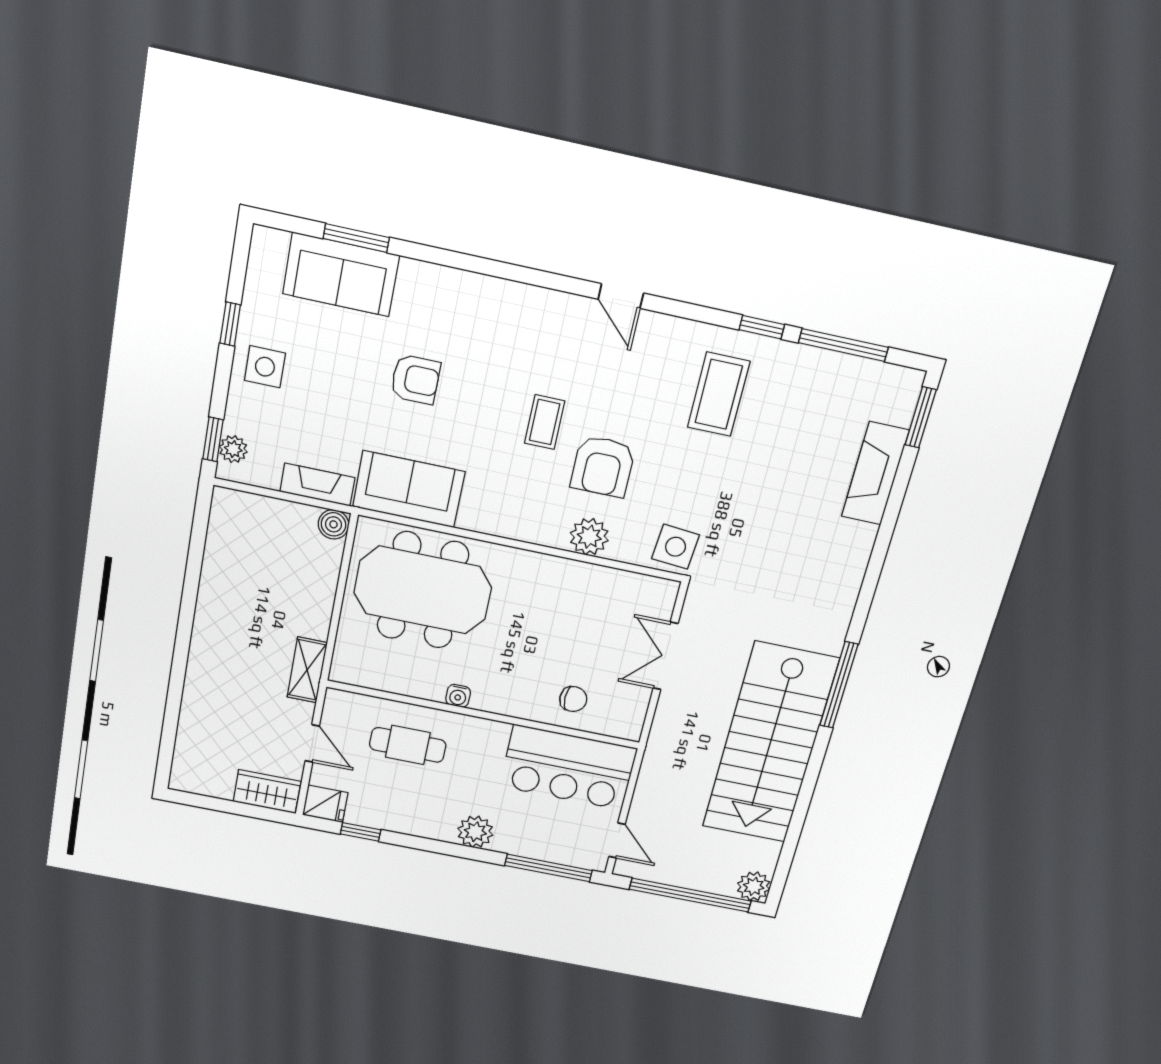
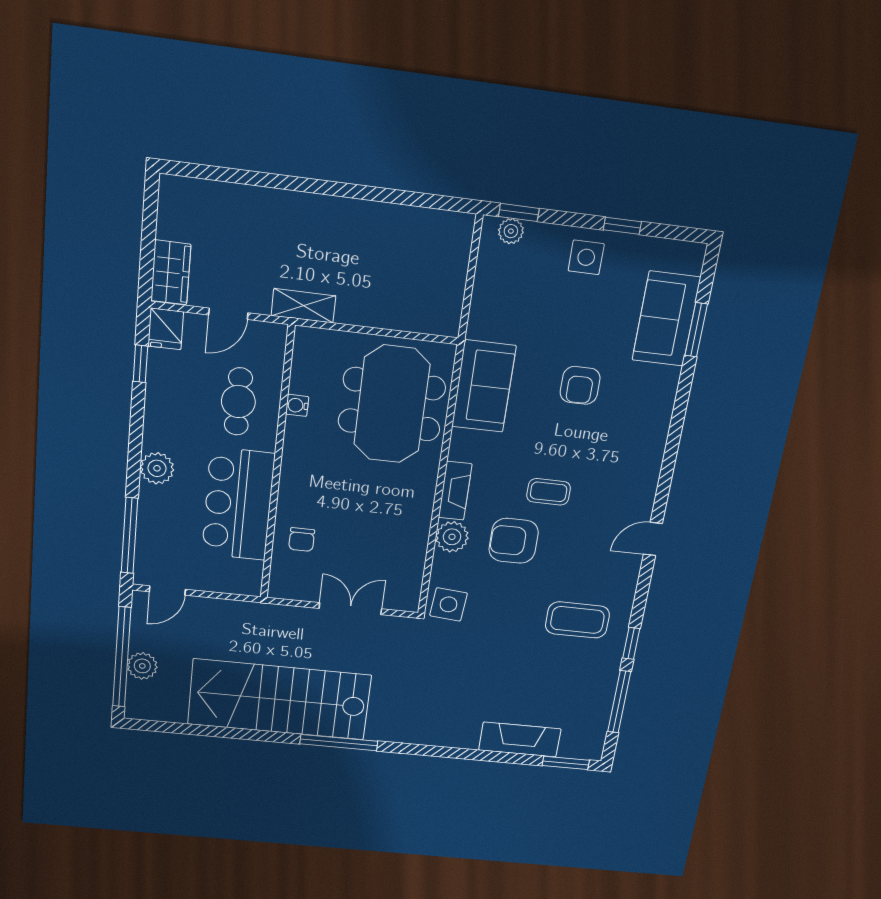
fireplace: (317, 485) -> (455, 491), moved
boiler: (334, 524) -> (447, 323), removed
water cooler: (458, 696) -> (297, 405), moved
bar counter: (568, 767) -> (238, 504), moved
plant: (754, 886) -> (142, 666), moved

